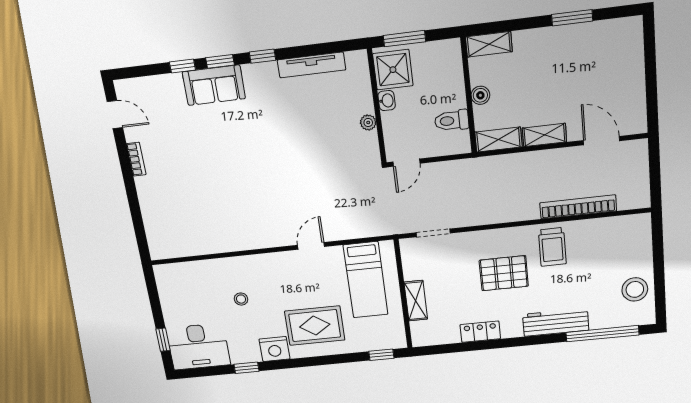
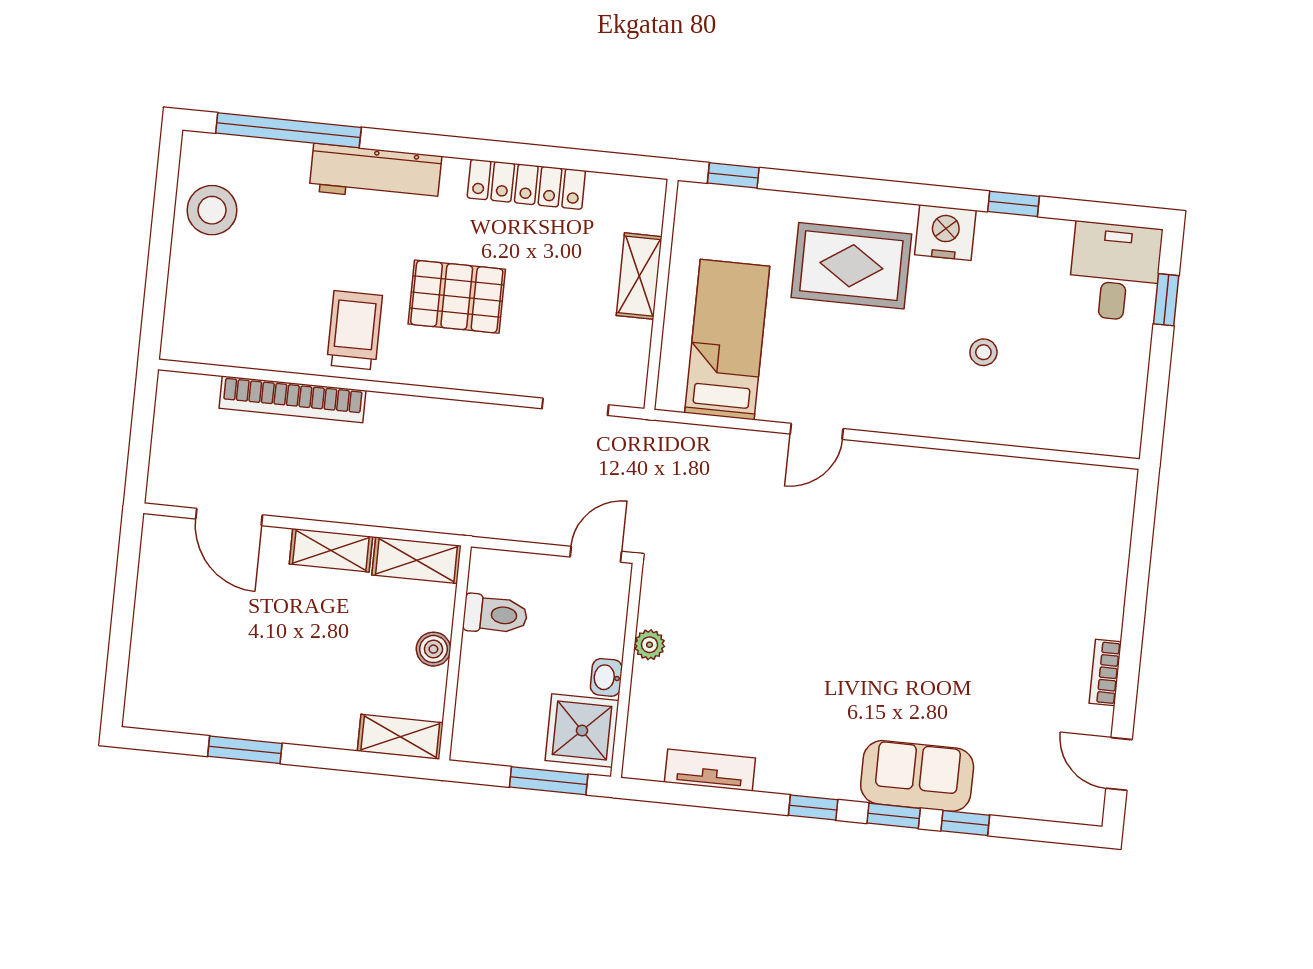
tv unit: (311, 65) -> (710, 770), width x0.71
locker: (480, 332) -> (526, 184), width x1.53
desk: (198, 347) -> (1115, 272), width x0.73

